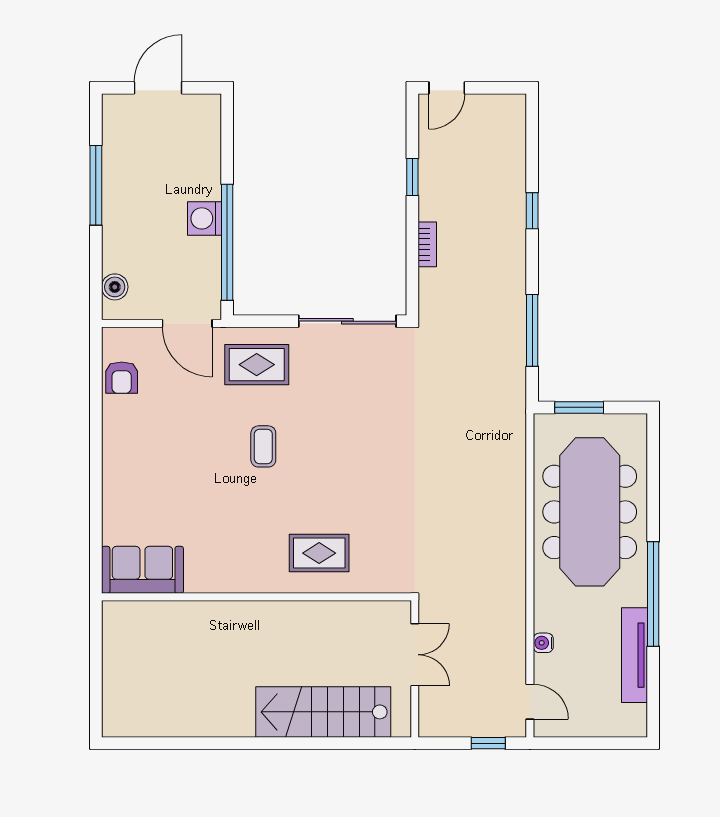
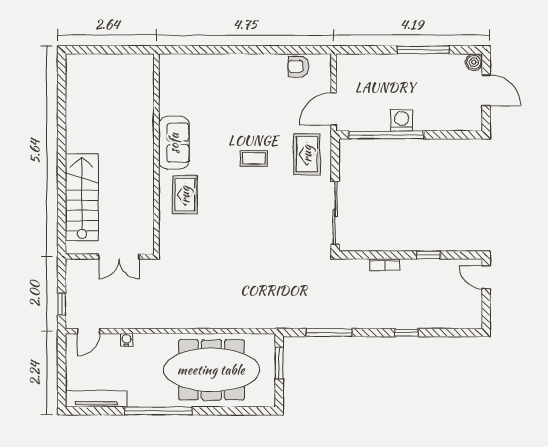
boiler: (115, 287) -> (474, 62), moved
sofa: (142, 570) -> (174, 143), moved
tv unit: (635, 655) -> (96, 399), moved

